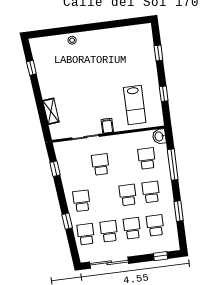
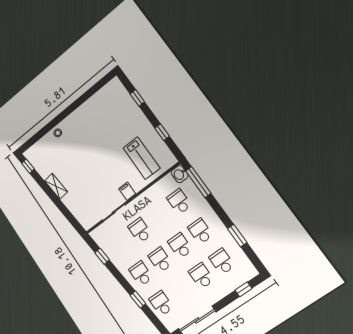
window: (31, 68) -> (28, 166), moved
shelving: (51, 111) -> (56, 186), moved
window: (173, 165) -> (198, 182), moved
school desk: (109, 231) -> (160, 260), moved

